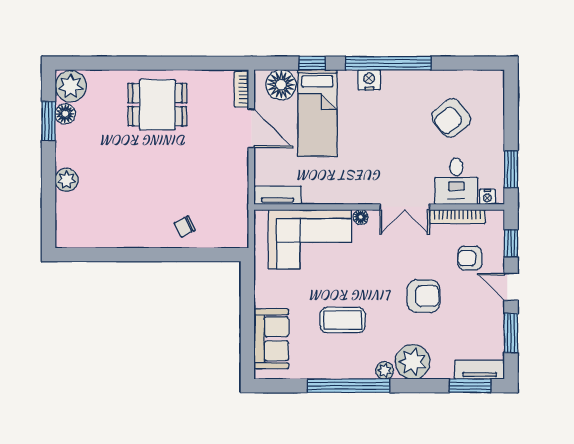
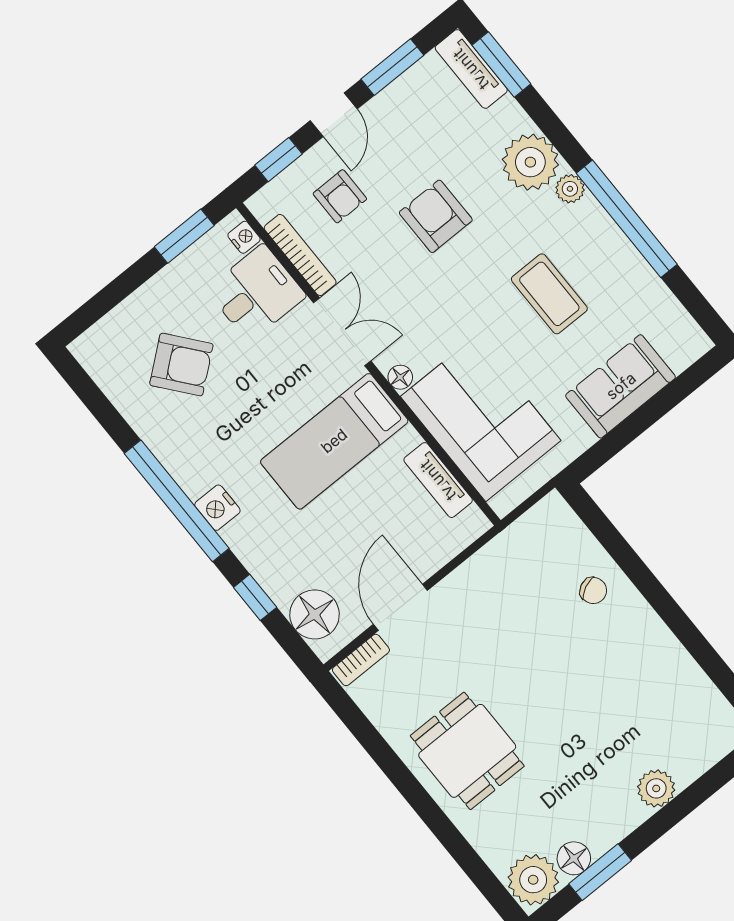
bed: (317, 113) -> (334, 441), moved, turned 180
tv unit: (278, 195) -> (438, 480), moved
sofa: (271, 339) -> (621, 386), moved

